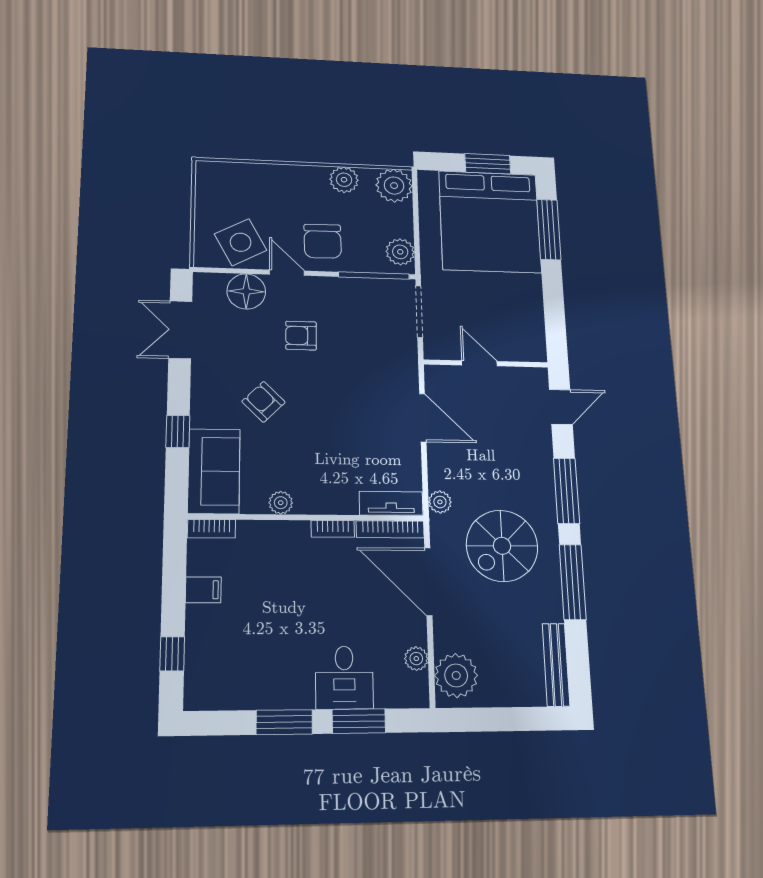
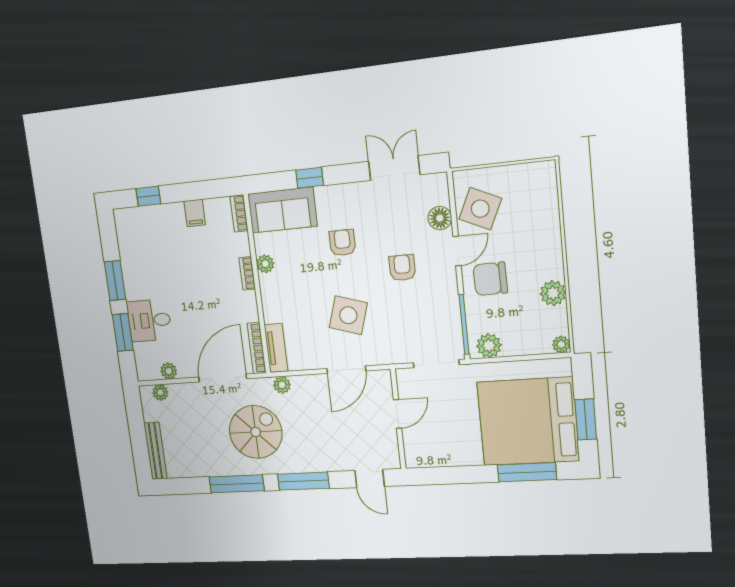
plant: (394, 186) -> (561, 344), width x0.53, depth x0.53
side table: (241, 242) -> (480, 209), turned -37
floor lamp: (246, 291) -> (440, 218), width x0.73, depth x0.73
armchair: (264, 402) -> (342, 243), turned -45
side table: (354, 406) -> (348, 315), added
bookcase: (333, 529) -> (247, 273), moved
spiral stairs: (502, 546) -> (256, 432), turned 90
bench: (556, 665) -> (155, 451), moved, turned 90
plant: (456, 675) -> (160, 392), width x0.53, depth x0.53

